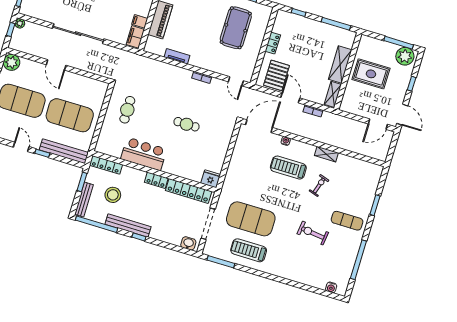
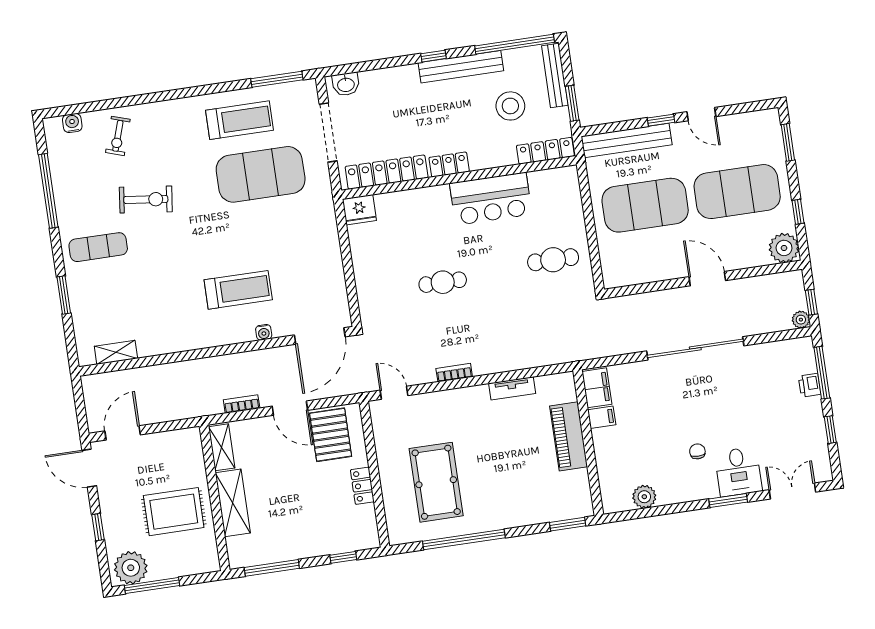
cafe table: (127, 110) -> (553, 260), turned 90
shelving: (326, 154) -> (116, 352), moved
exercise bike: (319, 185) -> (118, 136), moved

